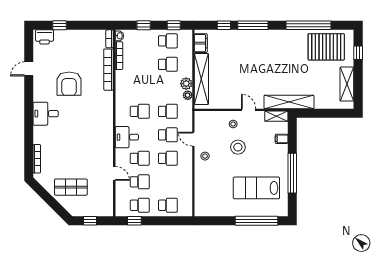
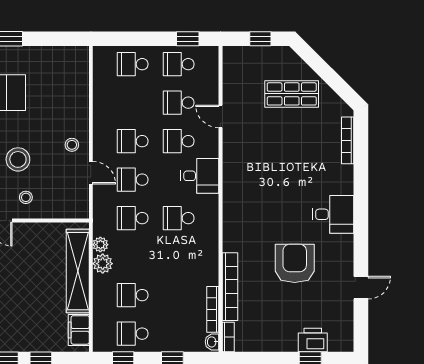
printer: (45, 37) -> (313, 340), moved

